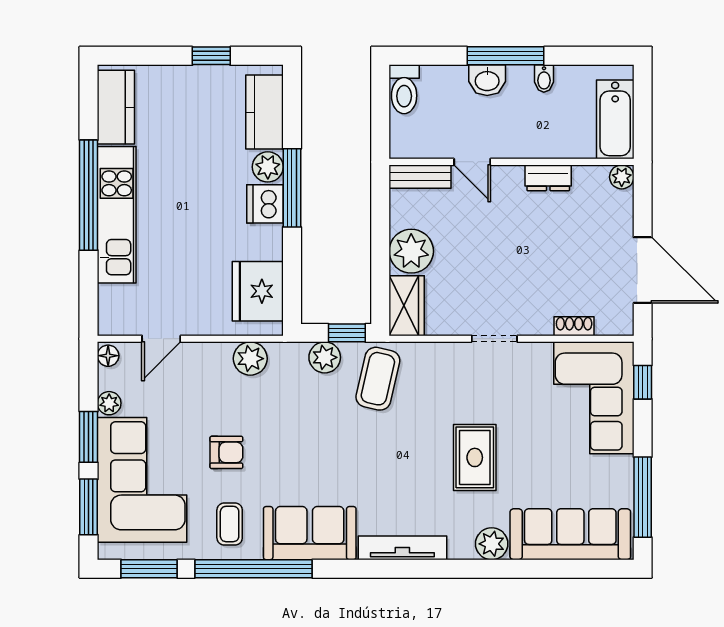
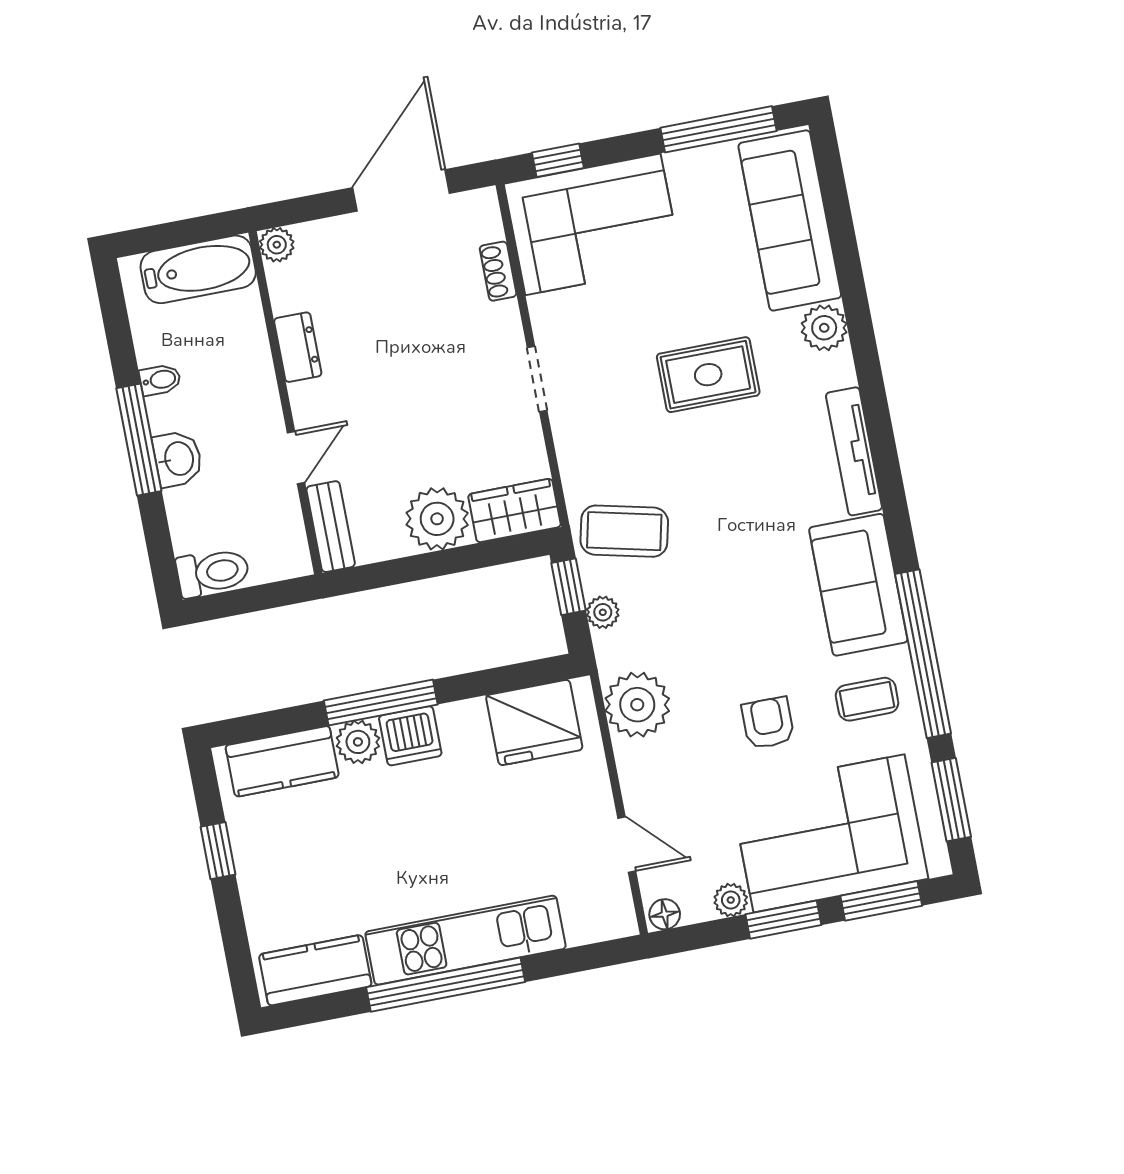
plant: (325, 357) -> (603, 612), width x0.73, depth x0.73
plant: (250, 359) -> (637, 705), width x1.36, depth x1.36

